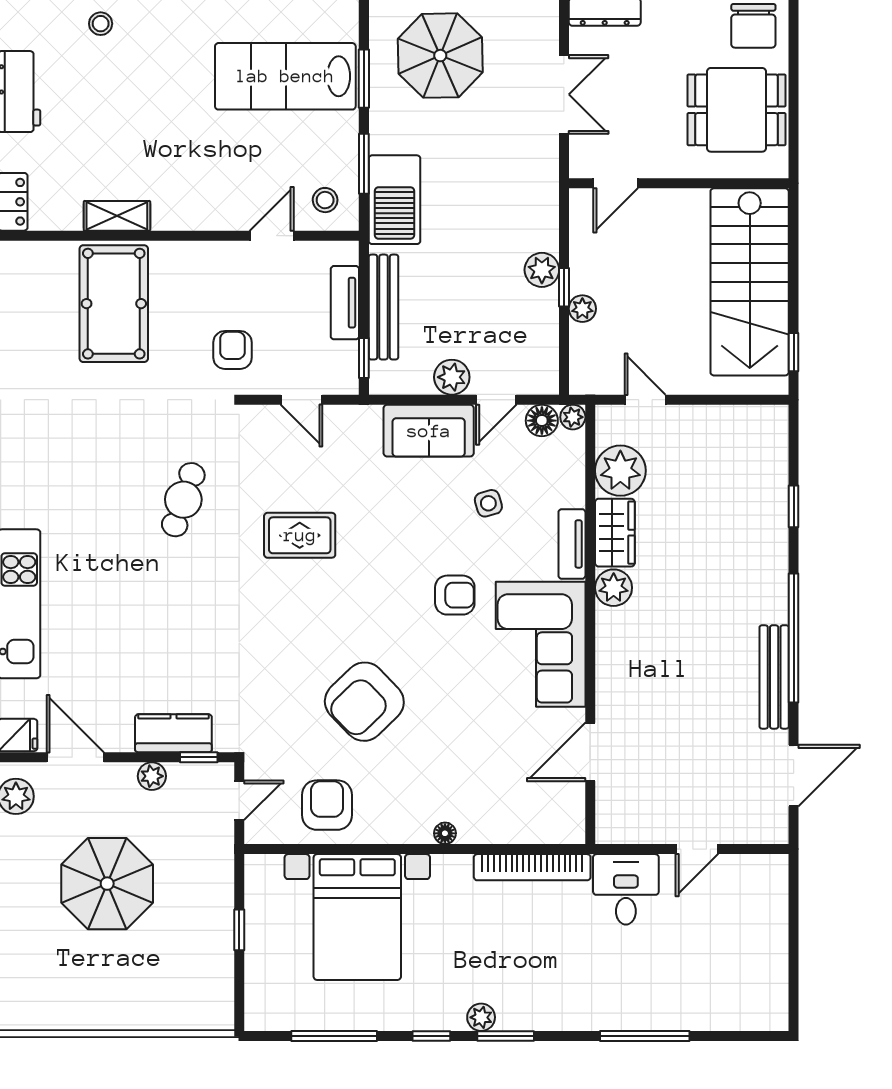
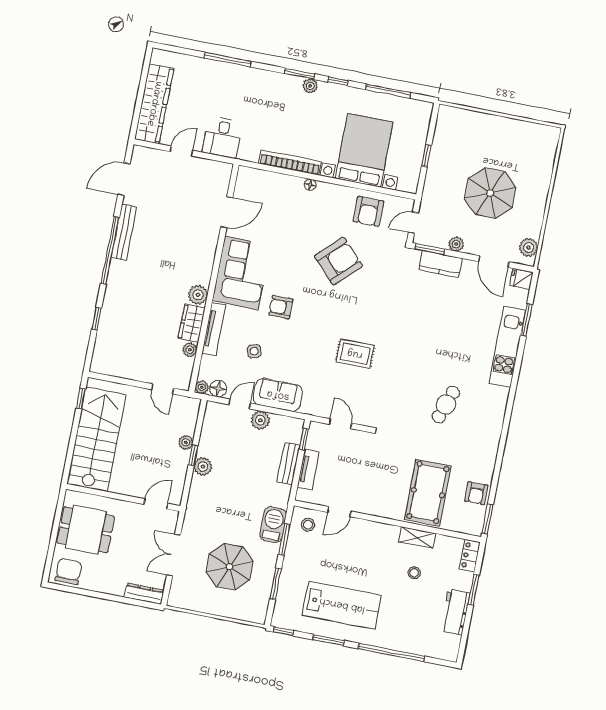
stool: (101, 24) -> (414, 573), moved
parasol: (440, 56) -> (229, 567), moved
lab bench: (285, 76) -> (342, 605), moved
barbecue: (394, 200) -> (273, 525), width x0.73, depth x0.83
bench: (384, 307) -> (289, 463), width x0.73
armchair: (233, 350) -> (476, 493), moved
plant: (620, 471) -> (190, 350), width x0.53, depth x0.53
cafe table: (183, 500) -> (446, 404), moved
tv unit: (572, 544) -> (214, 329), width x1.41
window: (199, 757) -> (430, 249), width x1.50
bookcase: (532, 867) -> (290, 163), moved
wardrobe: (765, 927) -> (154, 104), added

